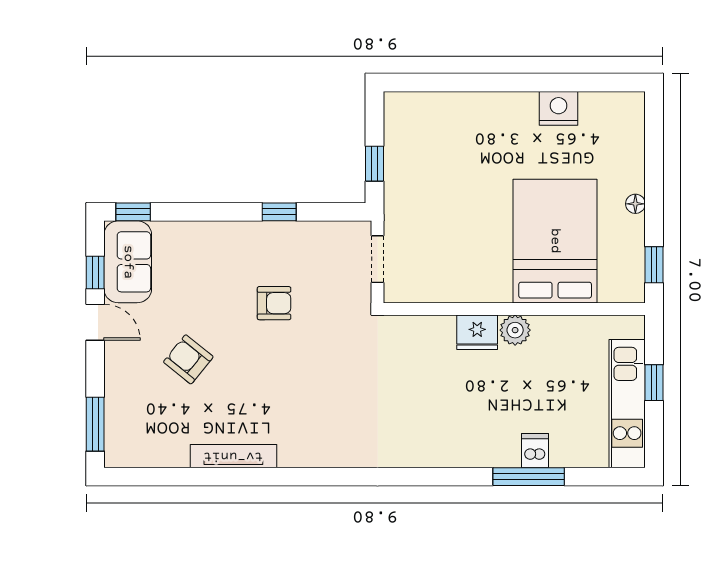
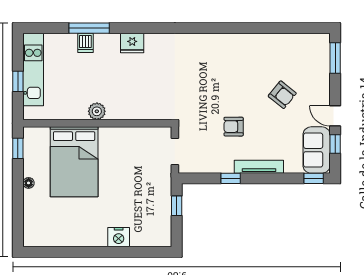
nightstand: (559, 108) -> (119, 237), moved
fridge: (477, 332) -> (132, 43), moved, turned 180
tv unit: (233, 456) -> (259, 167), moved, turned 180

